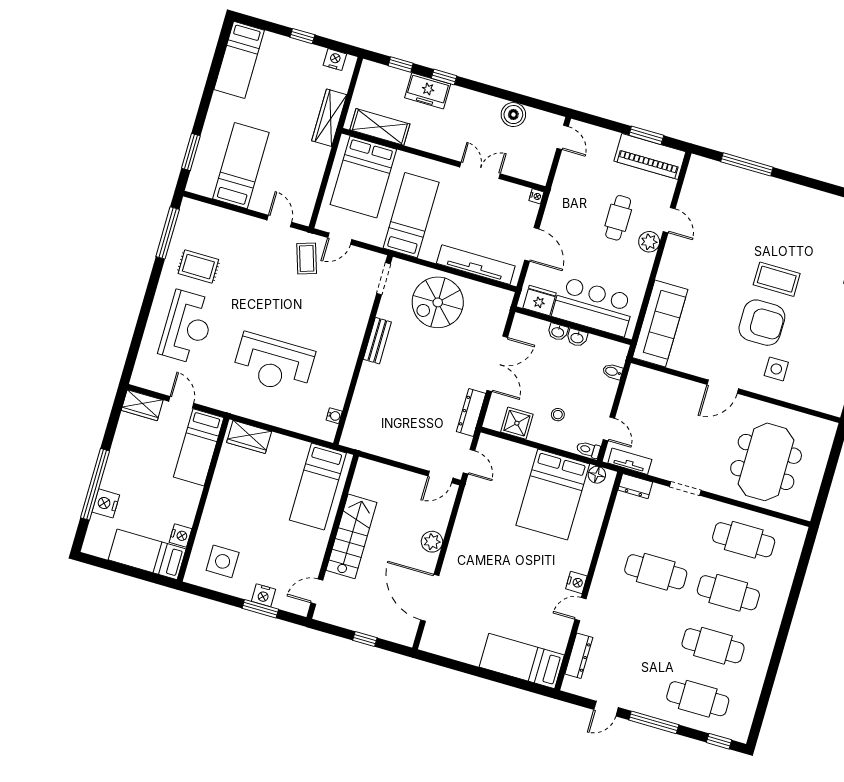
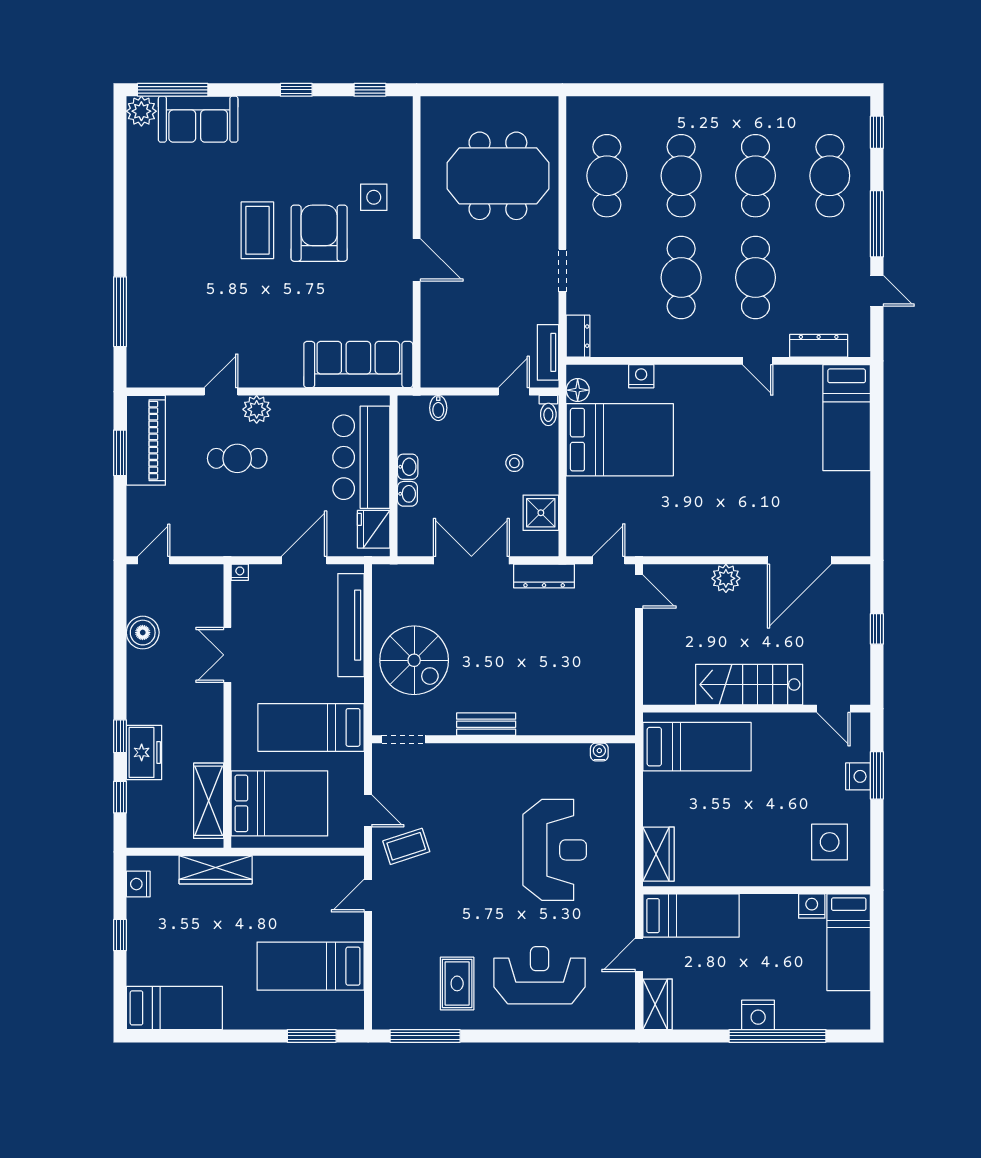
nightstand: (106, 503) -> (758, 1015), moved
nightstand: (576, 582) -> (641, 376), moved
cafe table: (640, 625) -> (755, 278), added

